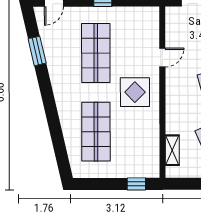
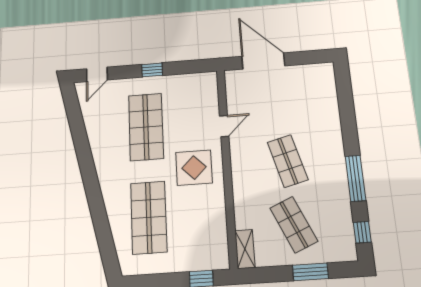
window: (37, 51) -> (78, 130), removed
shelving: (172, 150) -> (245, 249), moved

